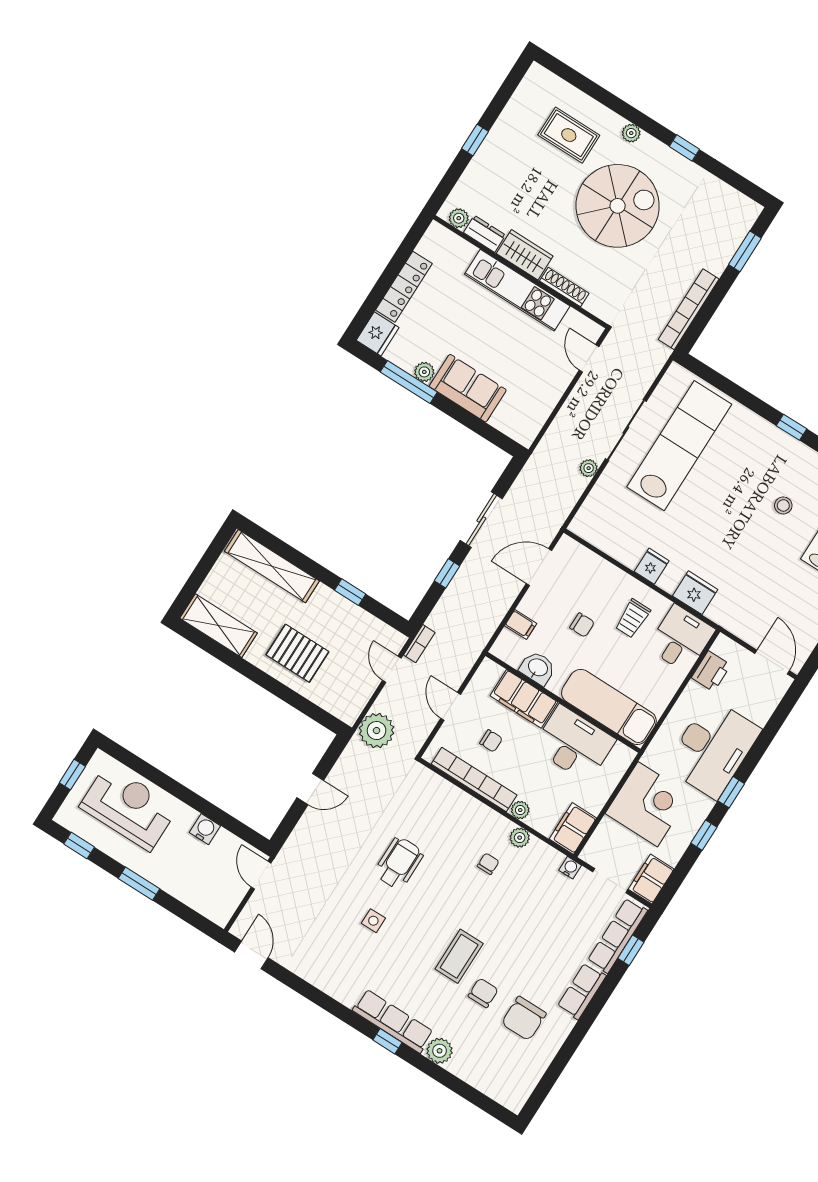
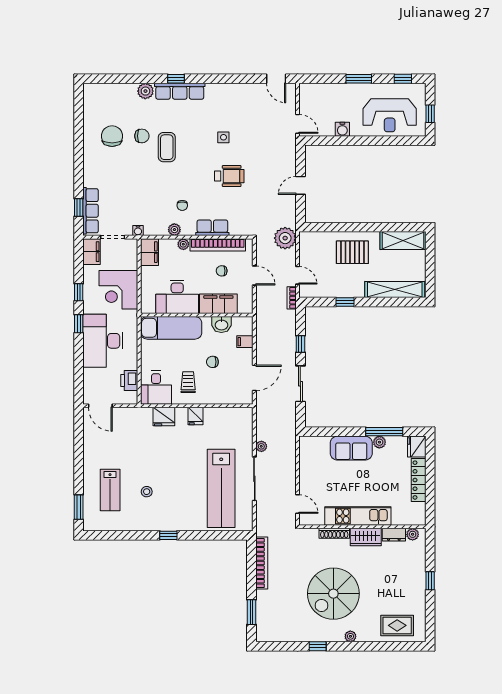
rug: (569, 135) -> (397, 625), moved
wheelchair: (399, 863) -> (229, 176), turned -90
row of seats: (582, 991) -> (212, 228), moved, turned -90
chair: (483, 993) -> (142, 136), turned -90

